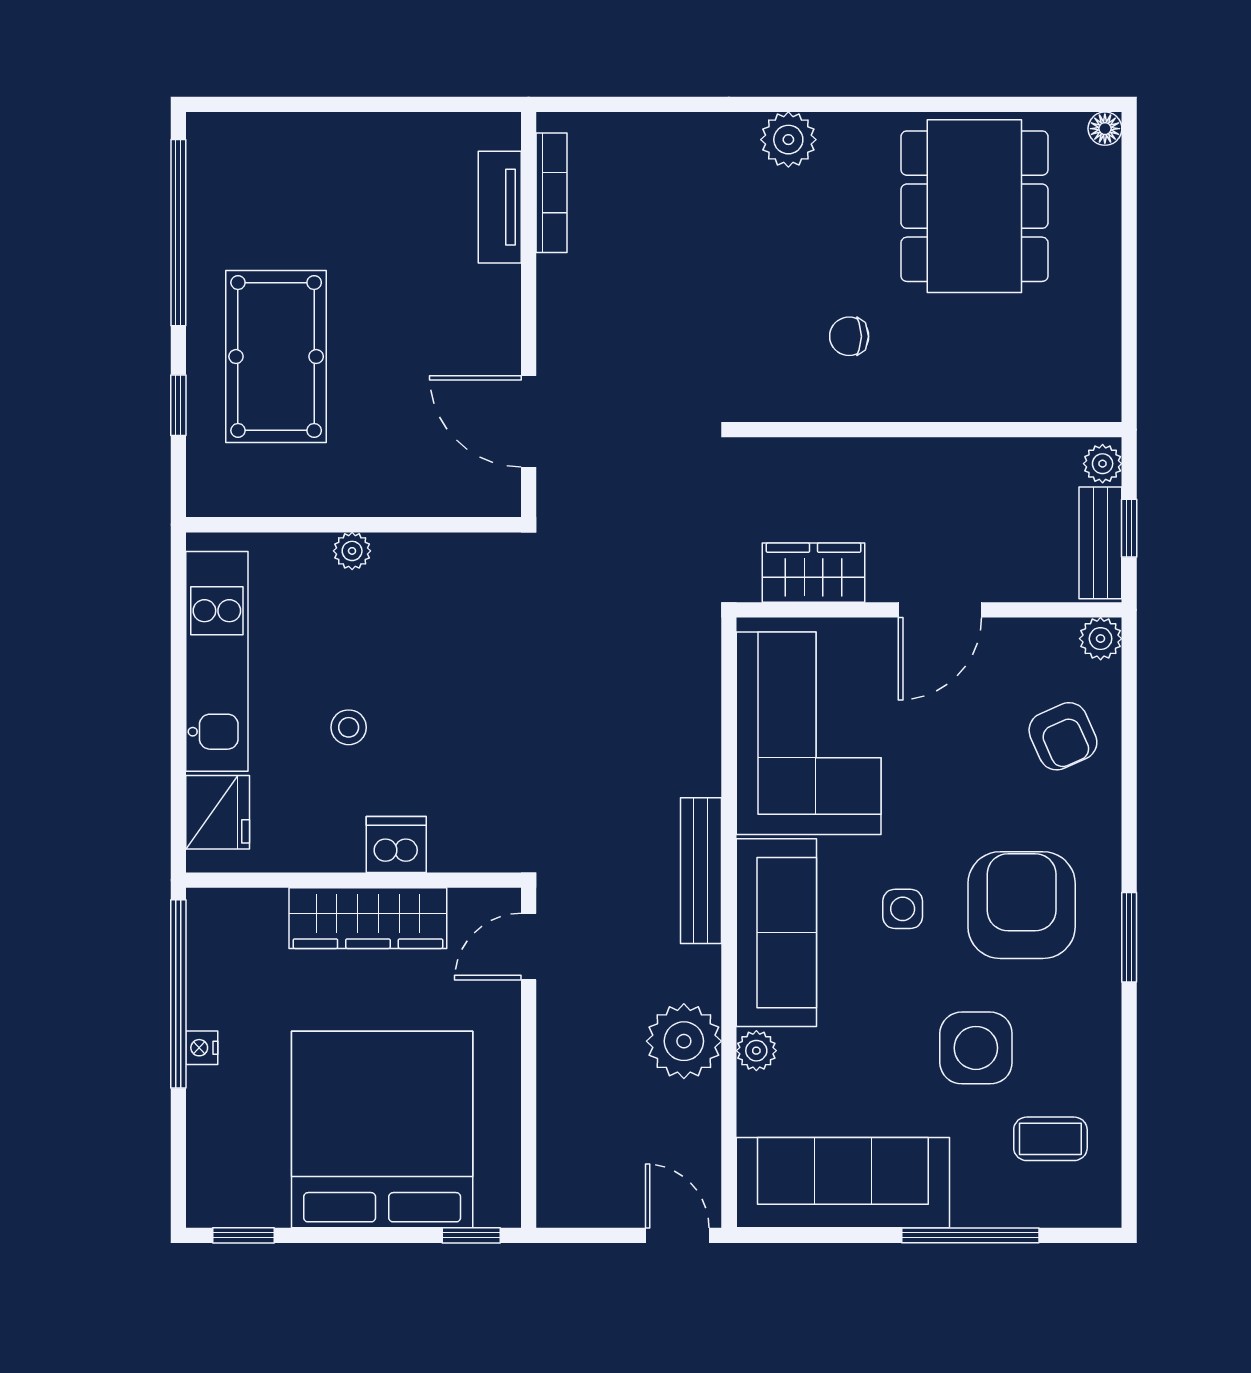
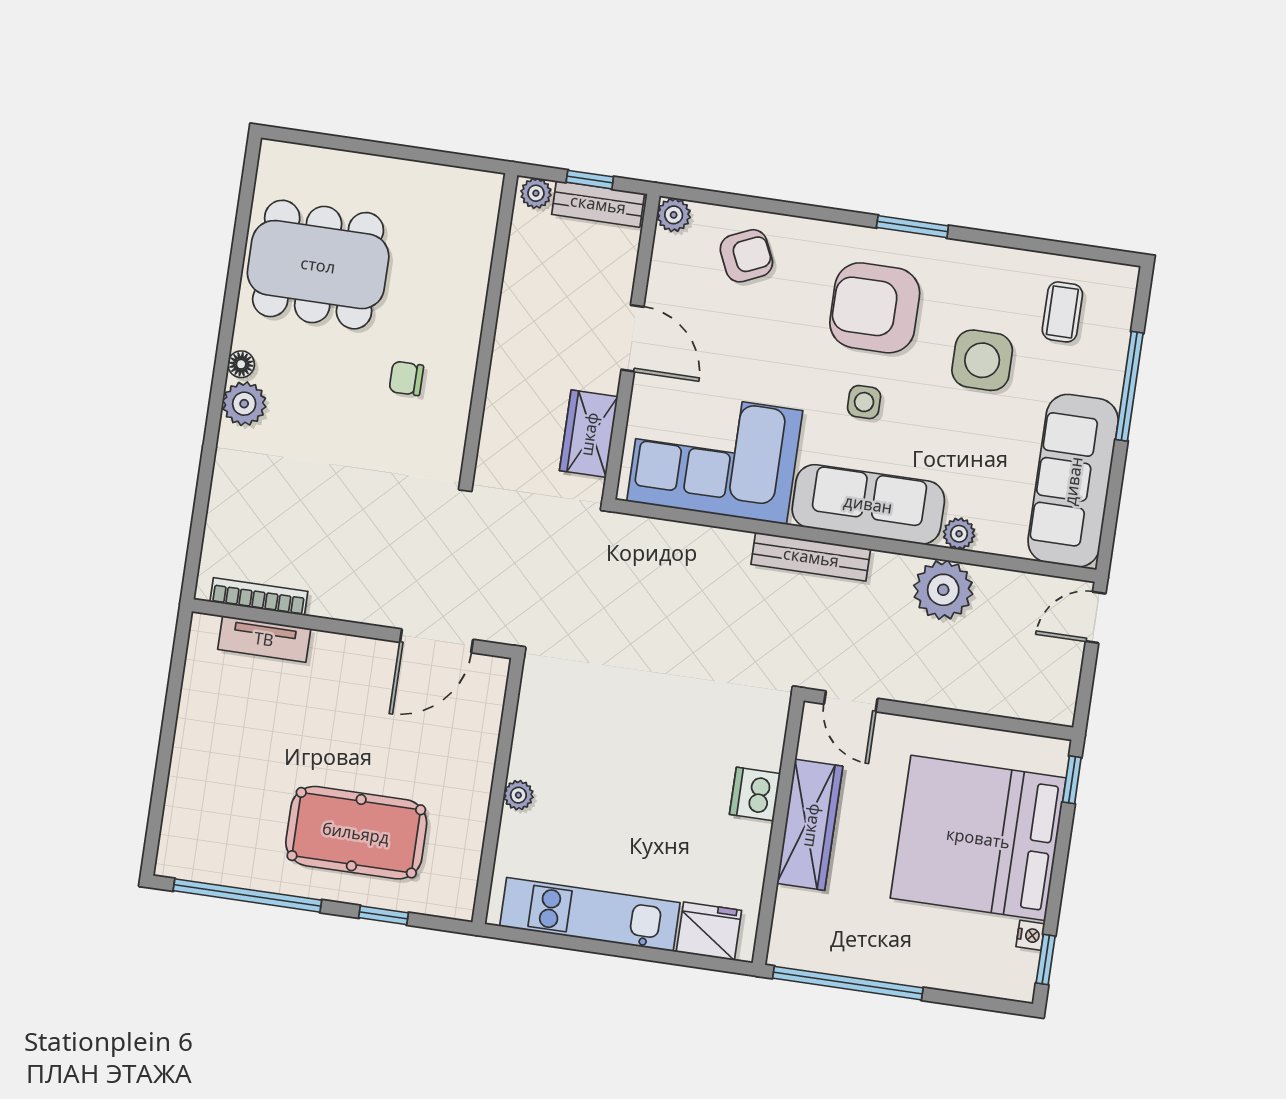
floor lamp: (1105, 129) -> (241, 364), moved
chair: (849, 336) -> (406, 378), turned 90
stool: (349, 727) -> (657, 818), removed
nightstand: (202, 1048) -> (1030, 935), moved, turned -90

